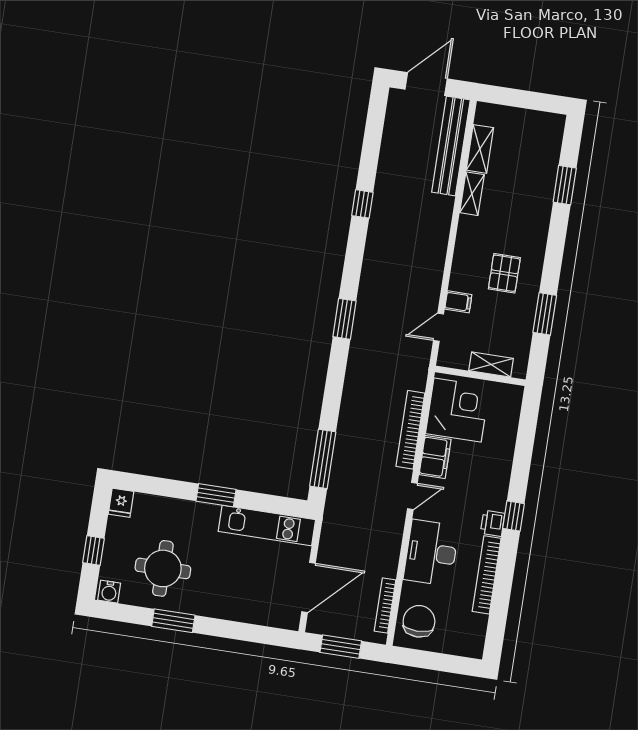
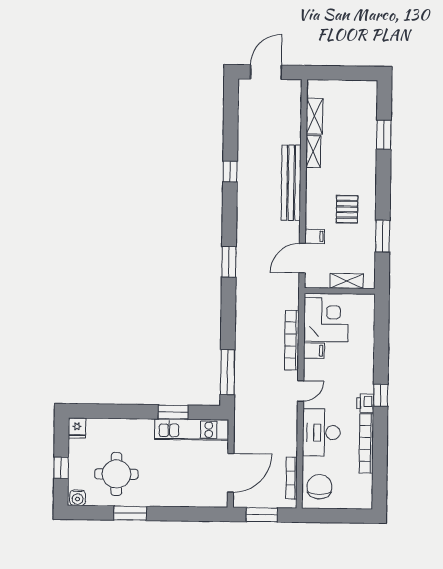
bench: (451, 146) -> (291, 183), moved
door: (438, 327) -> (302, 258), width x1.37
filing cabinet: (435, 457) -> (314, 351), width x0.50
window: (216, 495) -> (173, 412), moved

